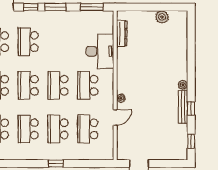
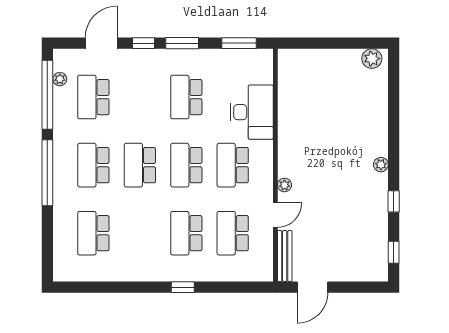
plant: (162, 17) -> (372, 59), moved
dresser: (122, 33) -> (286, 84), removed
school desk: (28, 42) -> (186, 97), moved
bench: (183, 107) -> (285, 256), moved
school desk: (28, 129) -> (140, 233), removed

